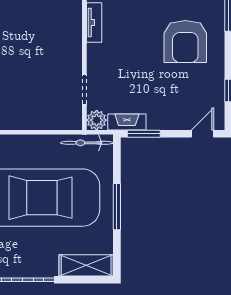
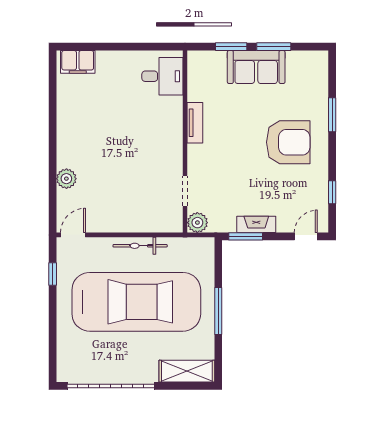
armchair: (185, 42) -> (288, 142), turned -90
fireplace: (127, 122) -> (256, 224), moved
bicycle: (87, 143) -> (140, 246), moved

